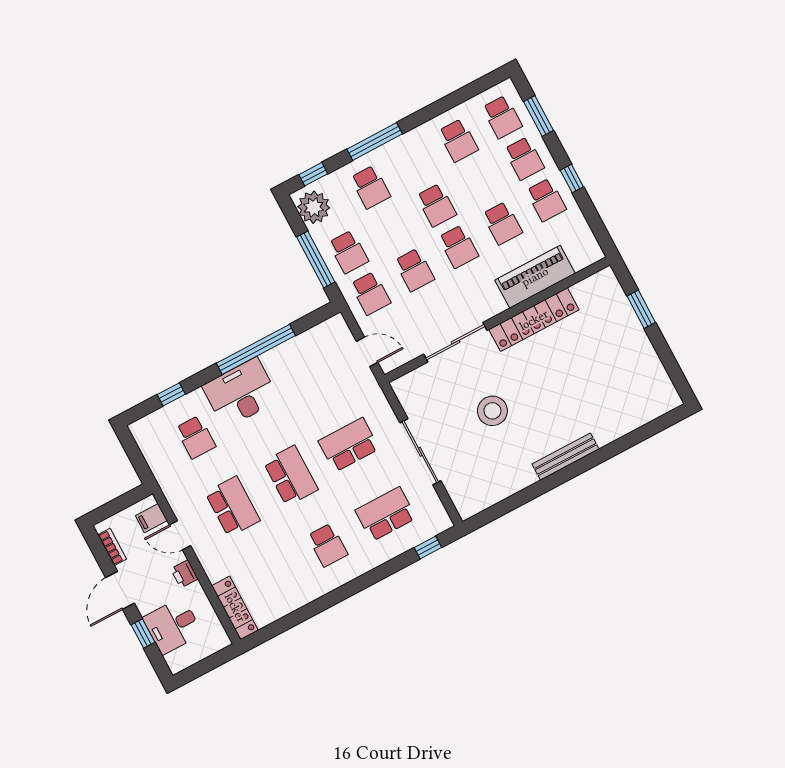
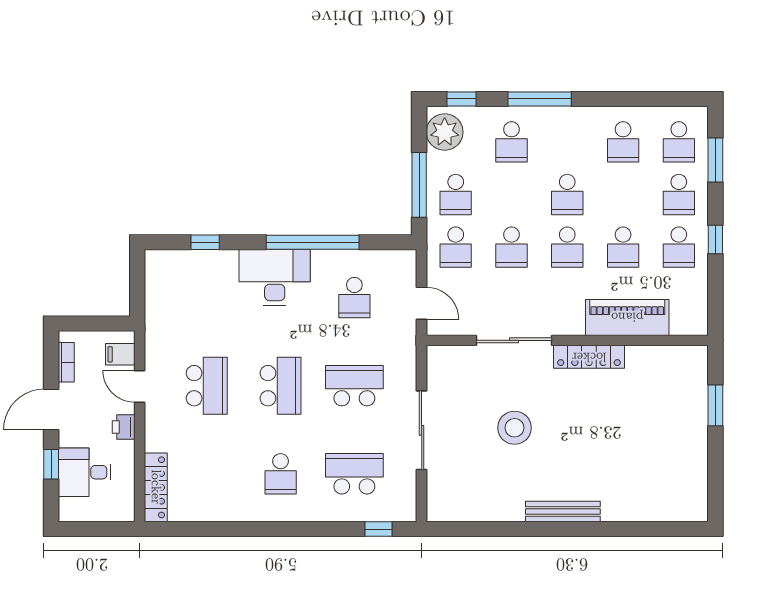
locker: (534, 320) -> (589, 357), width x0.71, depth x0.83
school desk: (196, 437) -> (354, 298), moved

